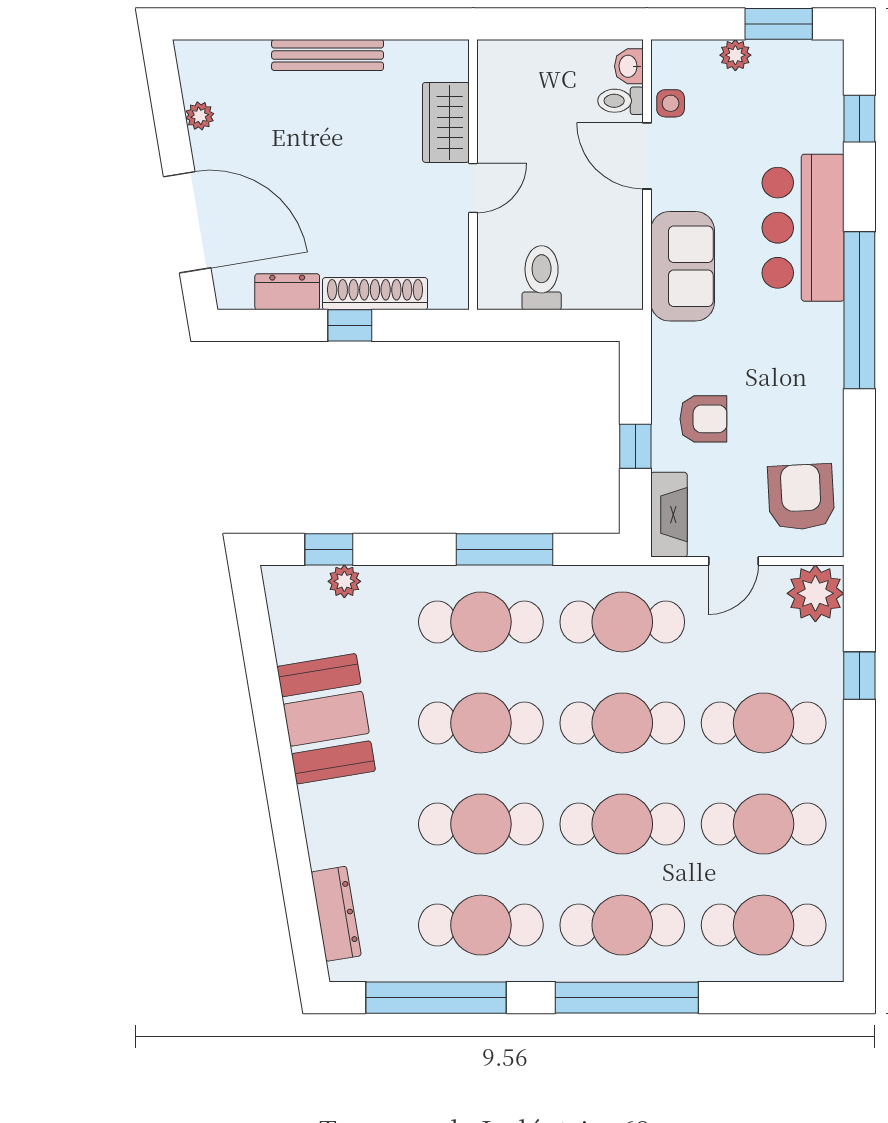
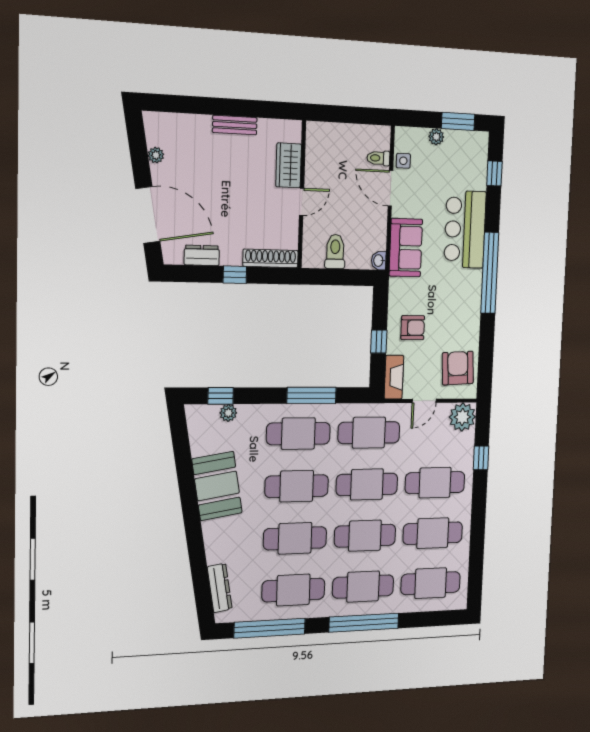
bench: (328, 55) -> (235, 125), width x0.73
washbasin: (629, 66) -> (379, 261), moved
shoe rack: (375, 294) -> (271, 258), moved

